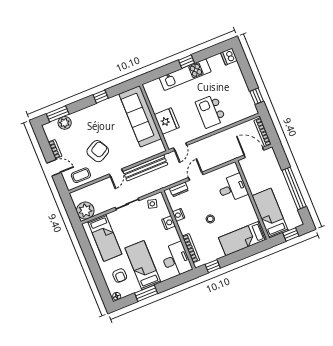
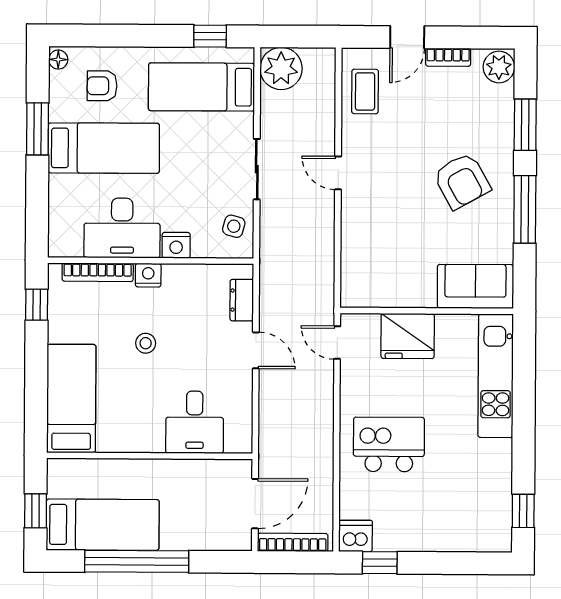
dishwasher: (229, 57) -> (356, 536), moved
window: (186, 62) -> (523, 511), moved
kitchen unit: (185, 75) -> (496, 376), moved
window: (101, 97) -> (525, 209), width x2.17
window: (58, 114) -> (525, 125), moved
sofa: (140, 116) -> (475, 286), width x0.54, depth x0.79
plant: (65, 123) -> (499, 67), moved
armchair: (98, 151) -> (462, 181), moved
bench: (145, 168) -> (322, 244), removed
bed: (270, 213) -> (103, 525), moved
nightstand: (179, 215) -> (148, 275), moved
window: (84, 242) -> (210, 36), added
desk: (176, 260) -> (122, 228), moved

